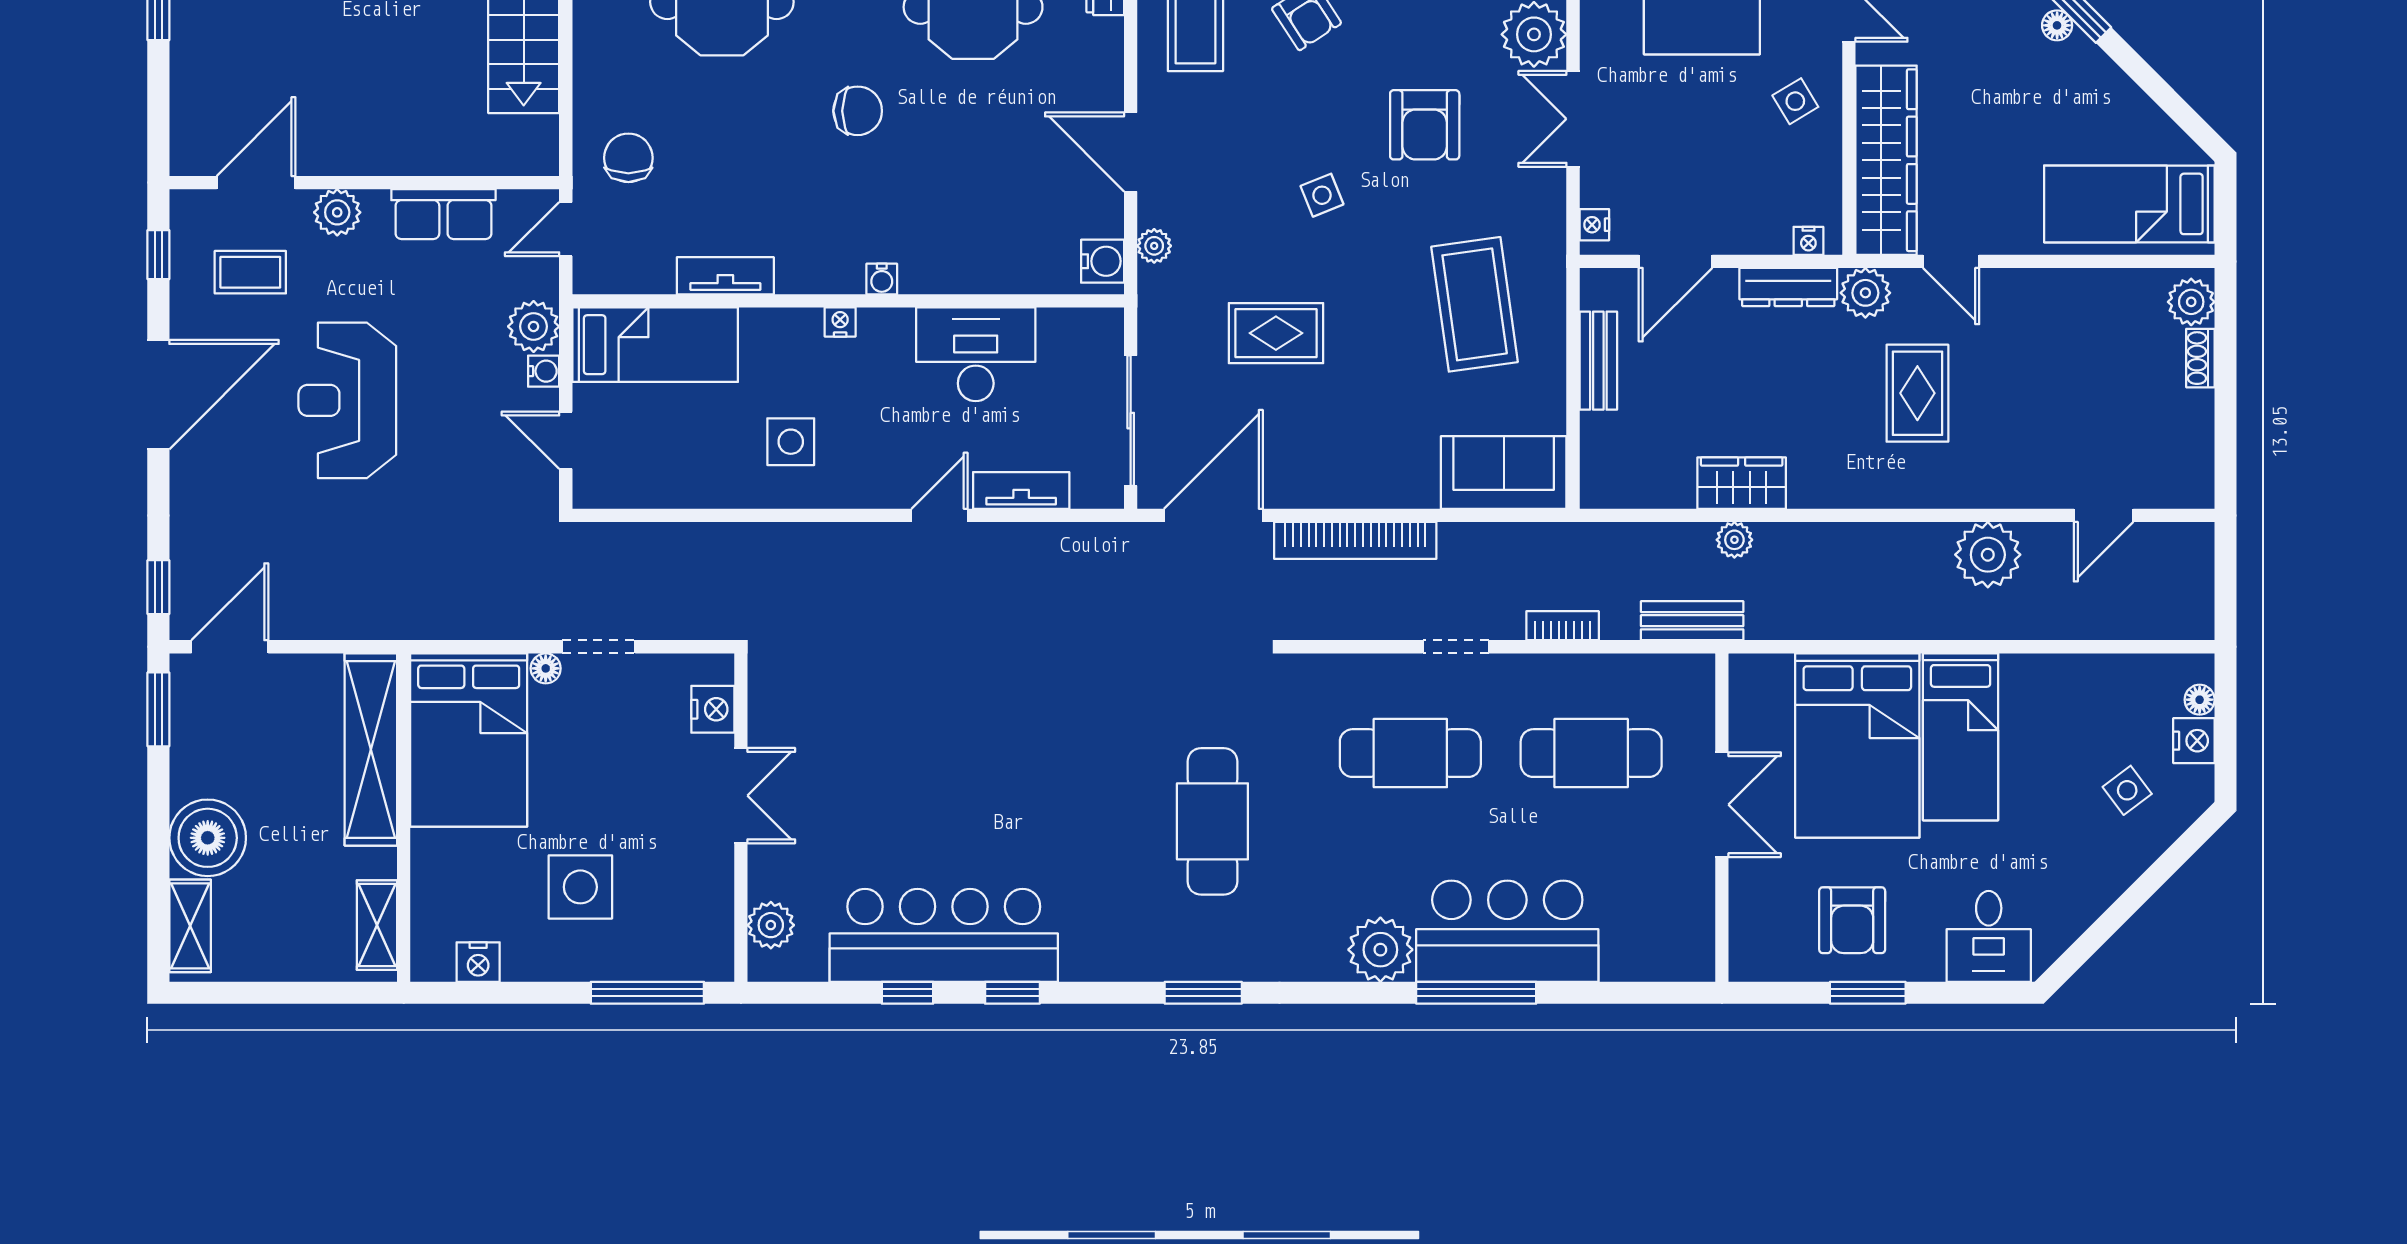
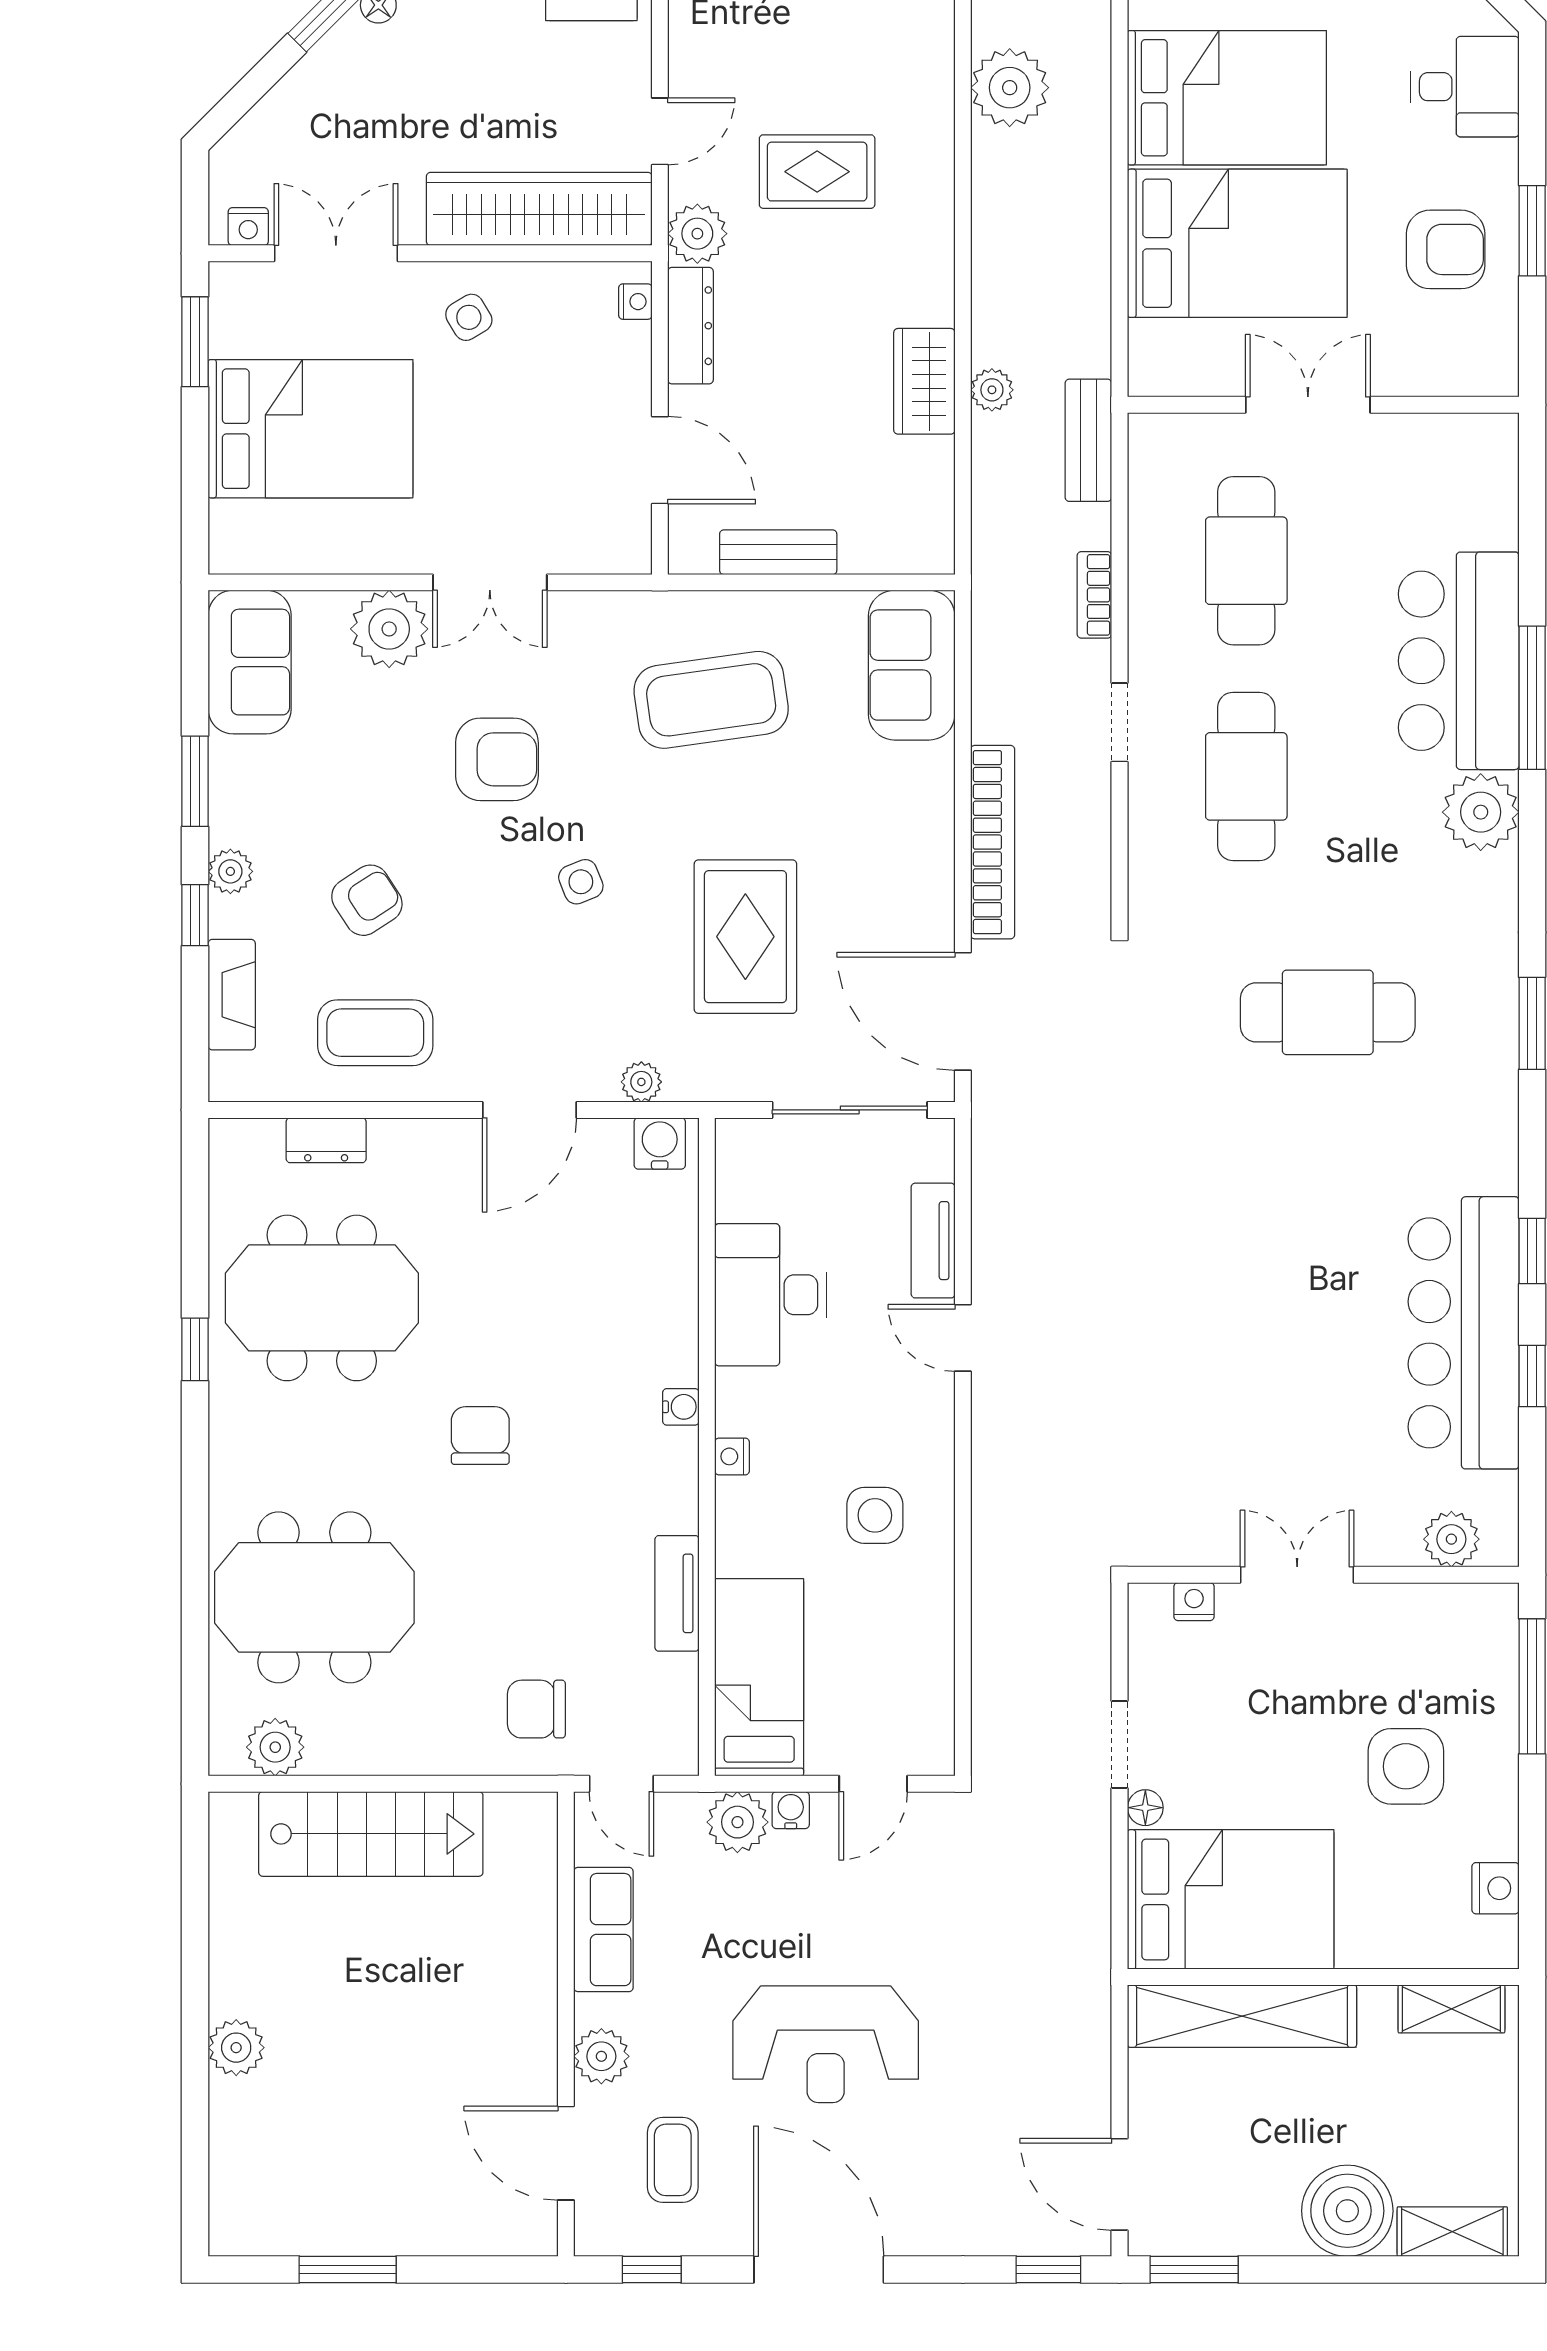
nightstand: (1594, 225) -> (616, 557), removed
rug: (1276, 333) -> (745, 937), width x1.36, depth x1.43
nightstand: (713, 709) -> (1194, 1602), width x0.72, depth x0.74
bed: (1961, 737) -> (1227, 98), width x1.50

